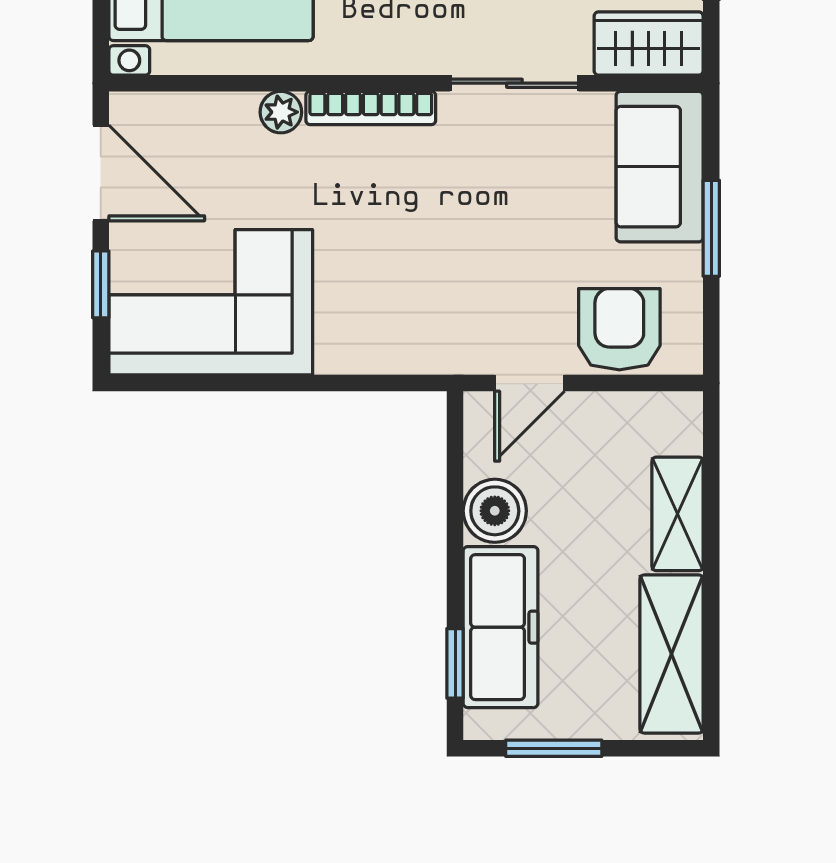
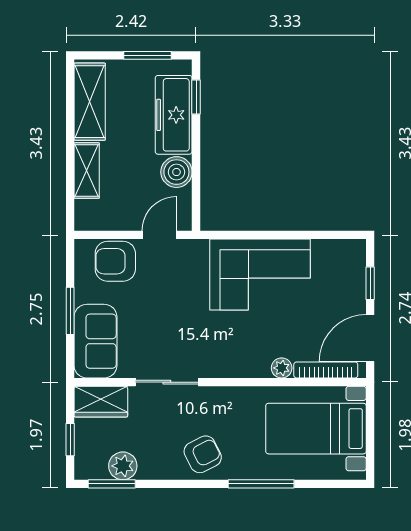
bookcase: (371, 108) -> (326, 370), moved
door: (101, 173) -> (370, 338), hinge flipped
corner sofa: (211, 302) -> (260, 275), moved
armchair: (619, 329) -> (115, 261), turned 90

